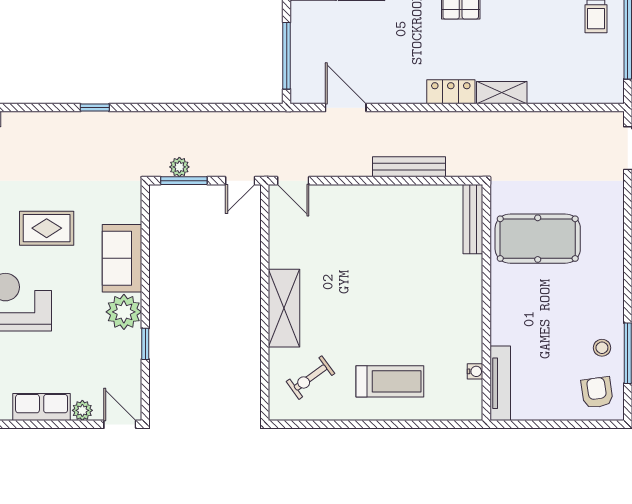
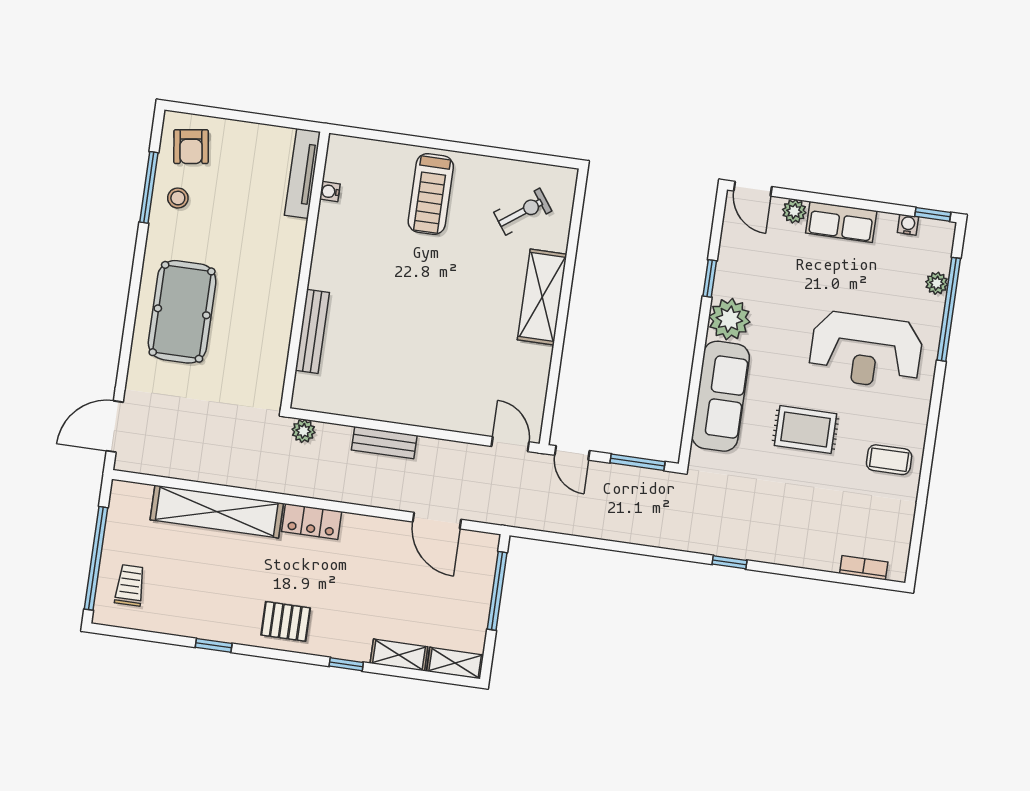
shelving: (502, 93) -> (217, 512), width x2.20, depth x1.33
plant: (179, 167) -> (303, 431), moved
bench: (409, 167) -> (384, 443), width x0.73
door: (240, 181) -> (572, 453), swing flipped
bench: (473, 219) -> (312, 331), moved
pool table: (538, 239) -> (182, 312), moved, turned 90
sofa: (122, 258) -> (721, 396), width x1.36
treadmill: (390, 381) -> (431, 194), turned -90

